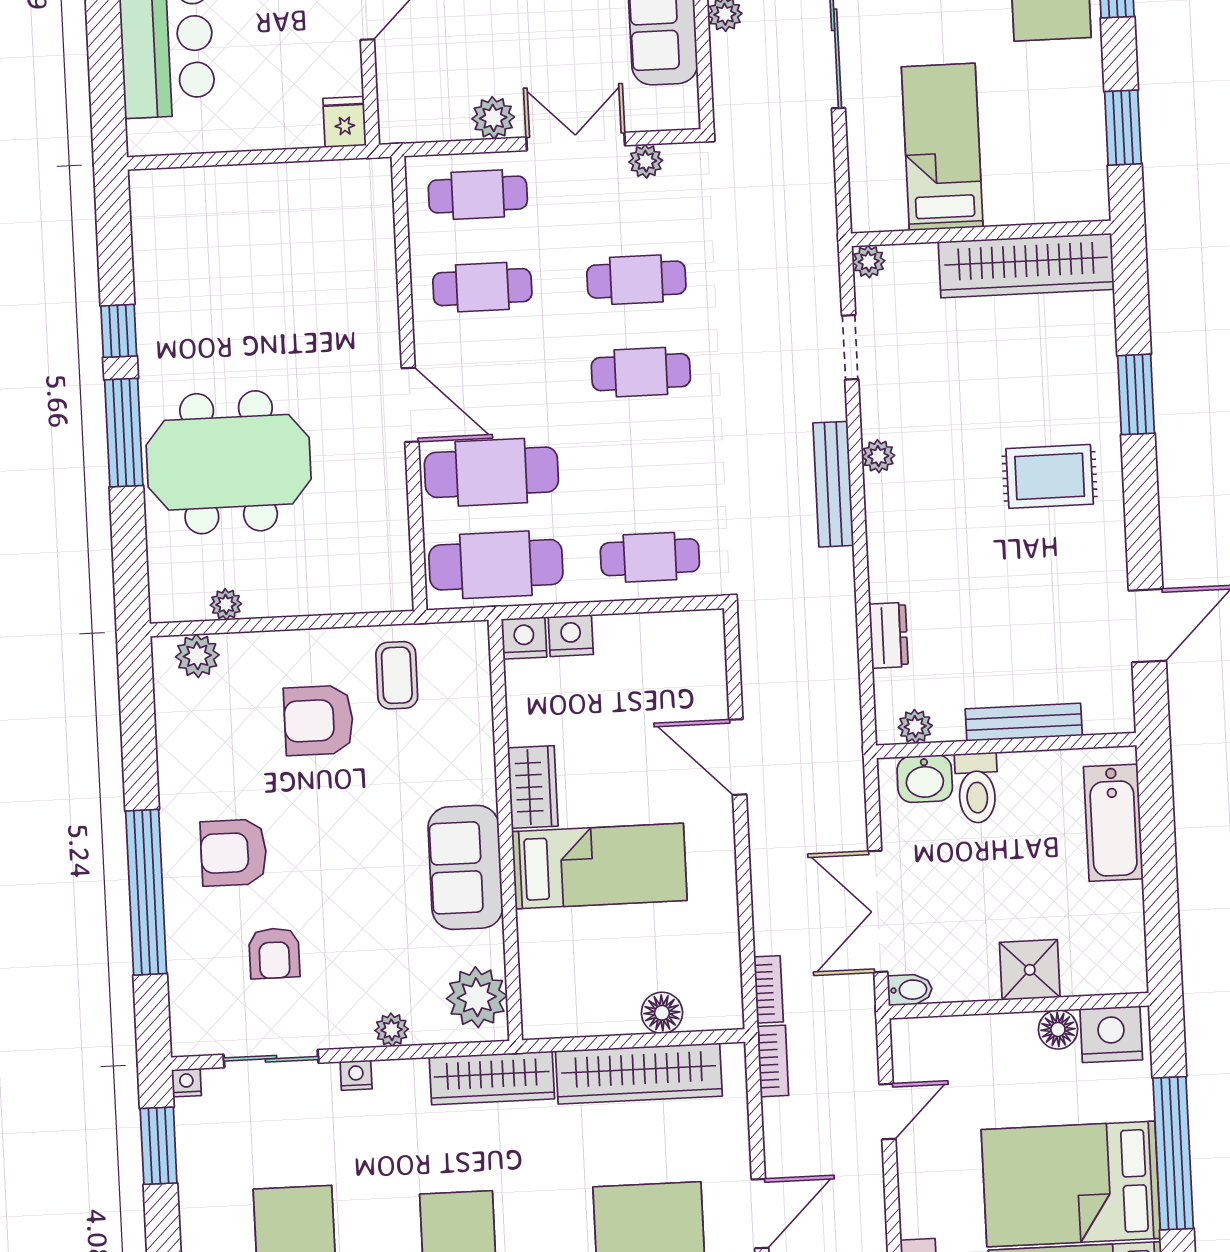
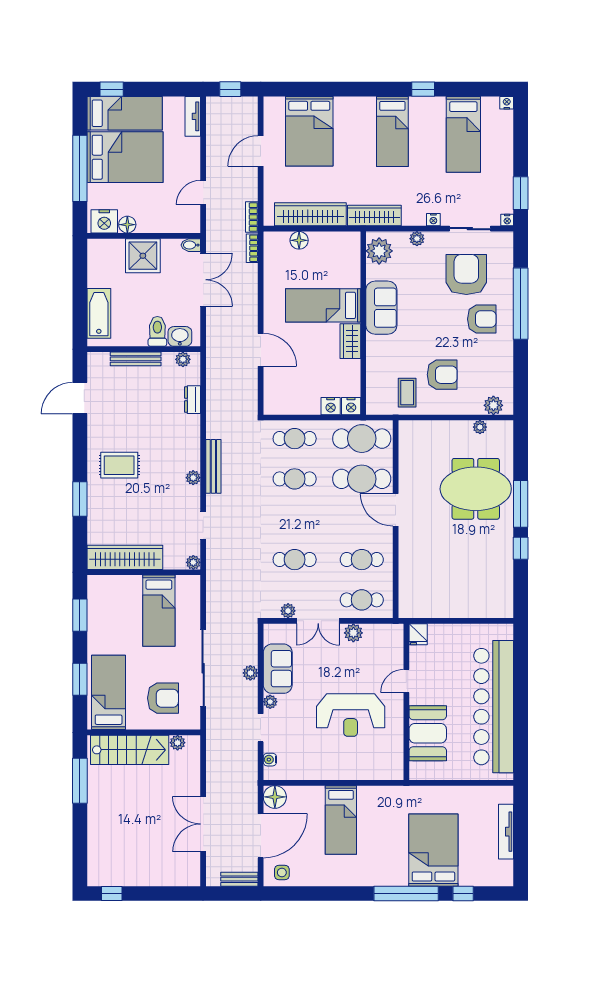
cafe table: (641, 372) -> (295, 479), moved
armchair: (274, 953) -> (466, 274), width x1.88, depth x1.88
shower: (1030, 970) -> (143, 256), width x1.36, depth x1.36

